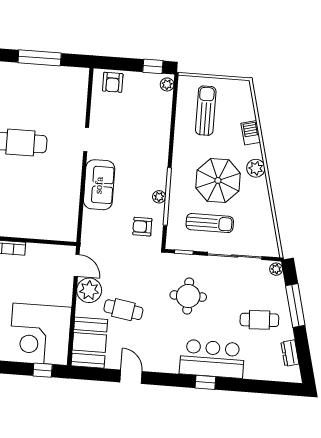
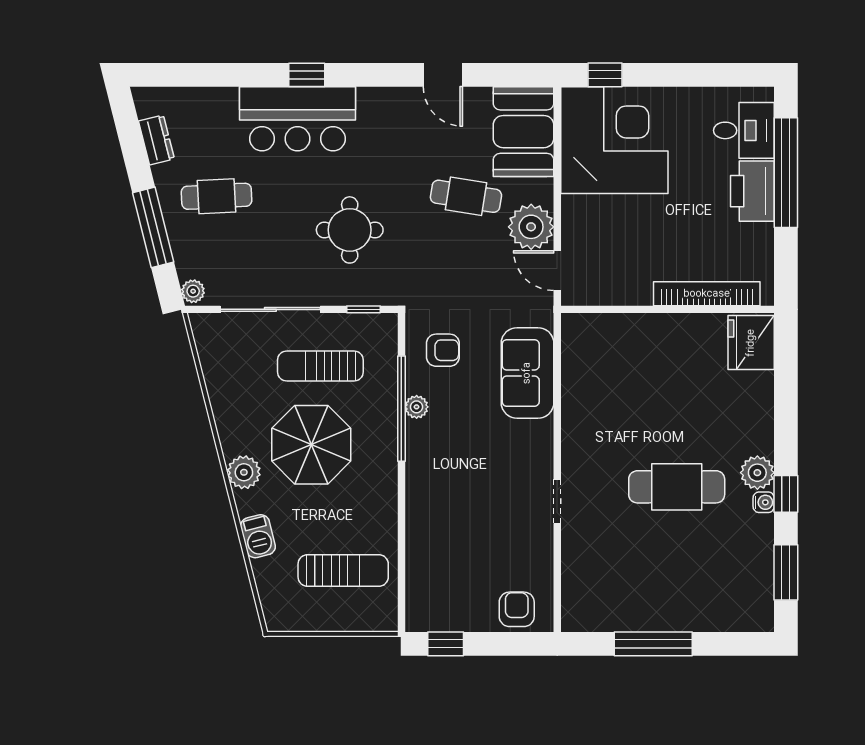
plant: (167, 84) -> (417, 613), removed
sun lounger: (206, 111) -> (343, 571), turned -90
sofa: (99, 185) -> (527, 373), moved

